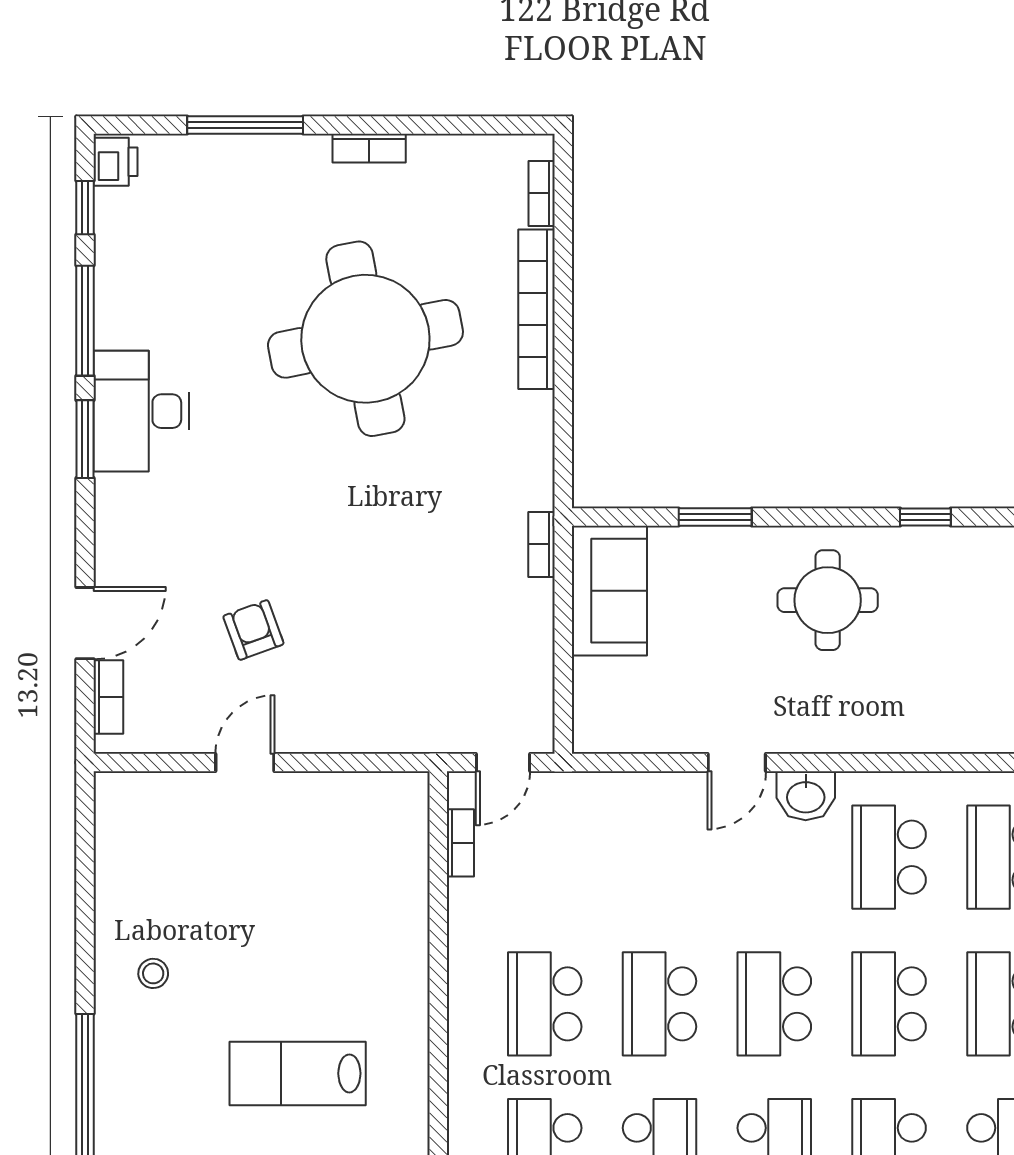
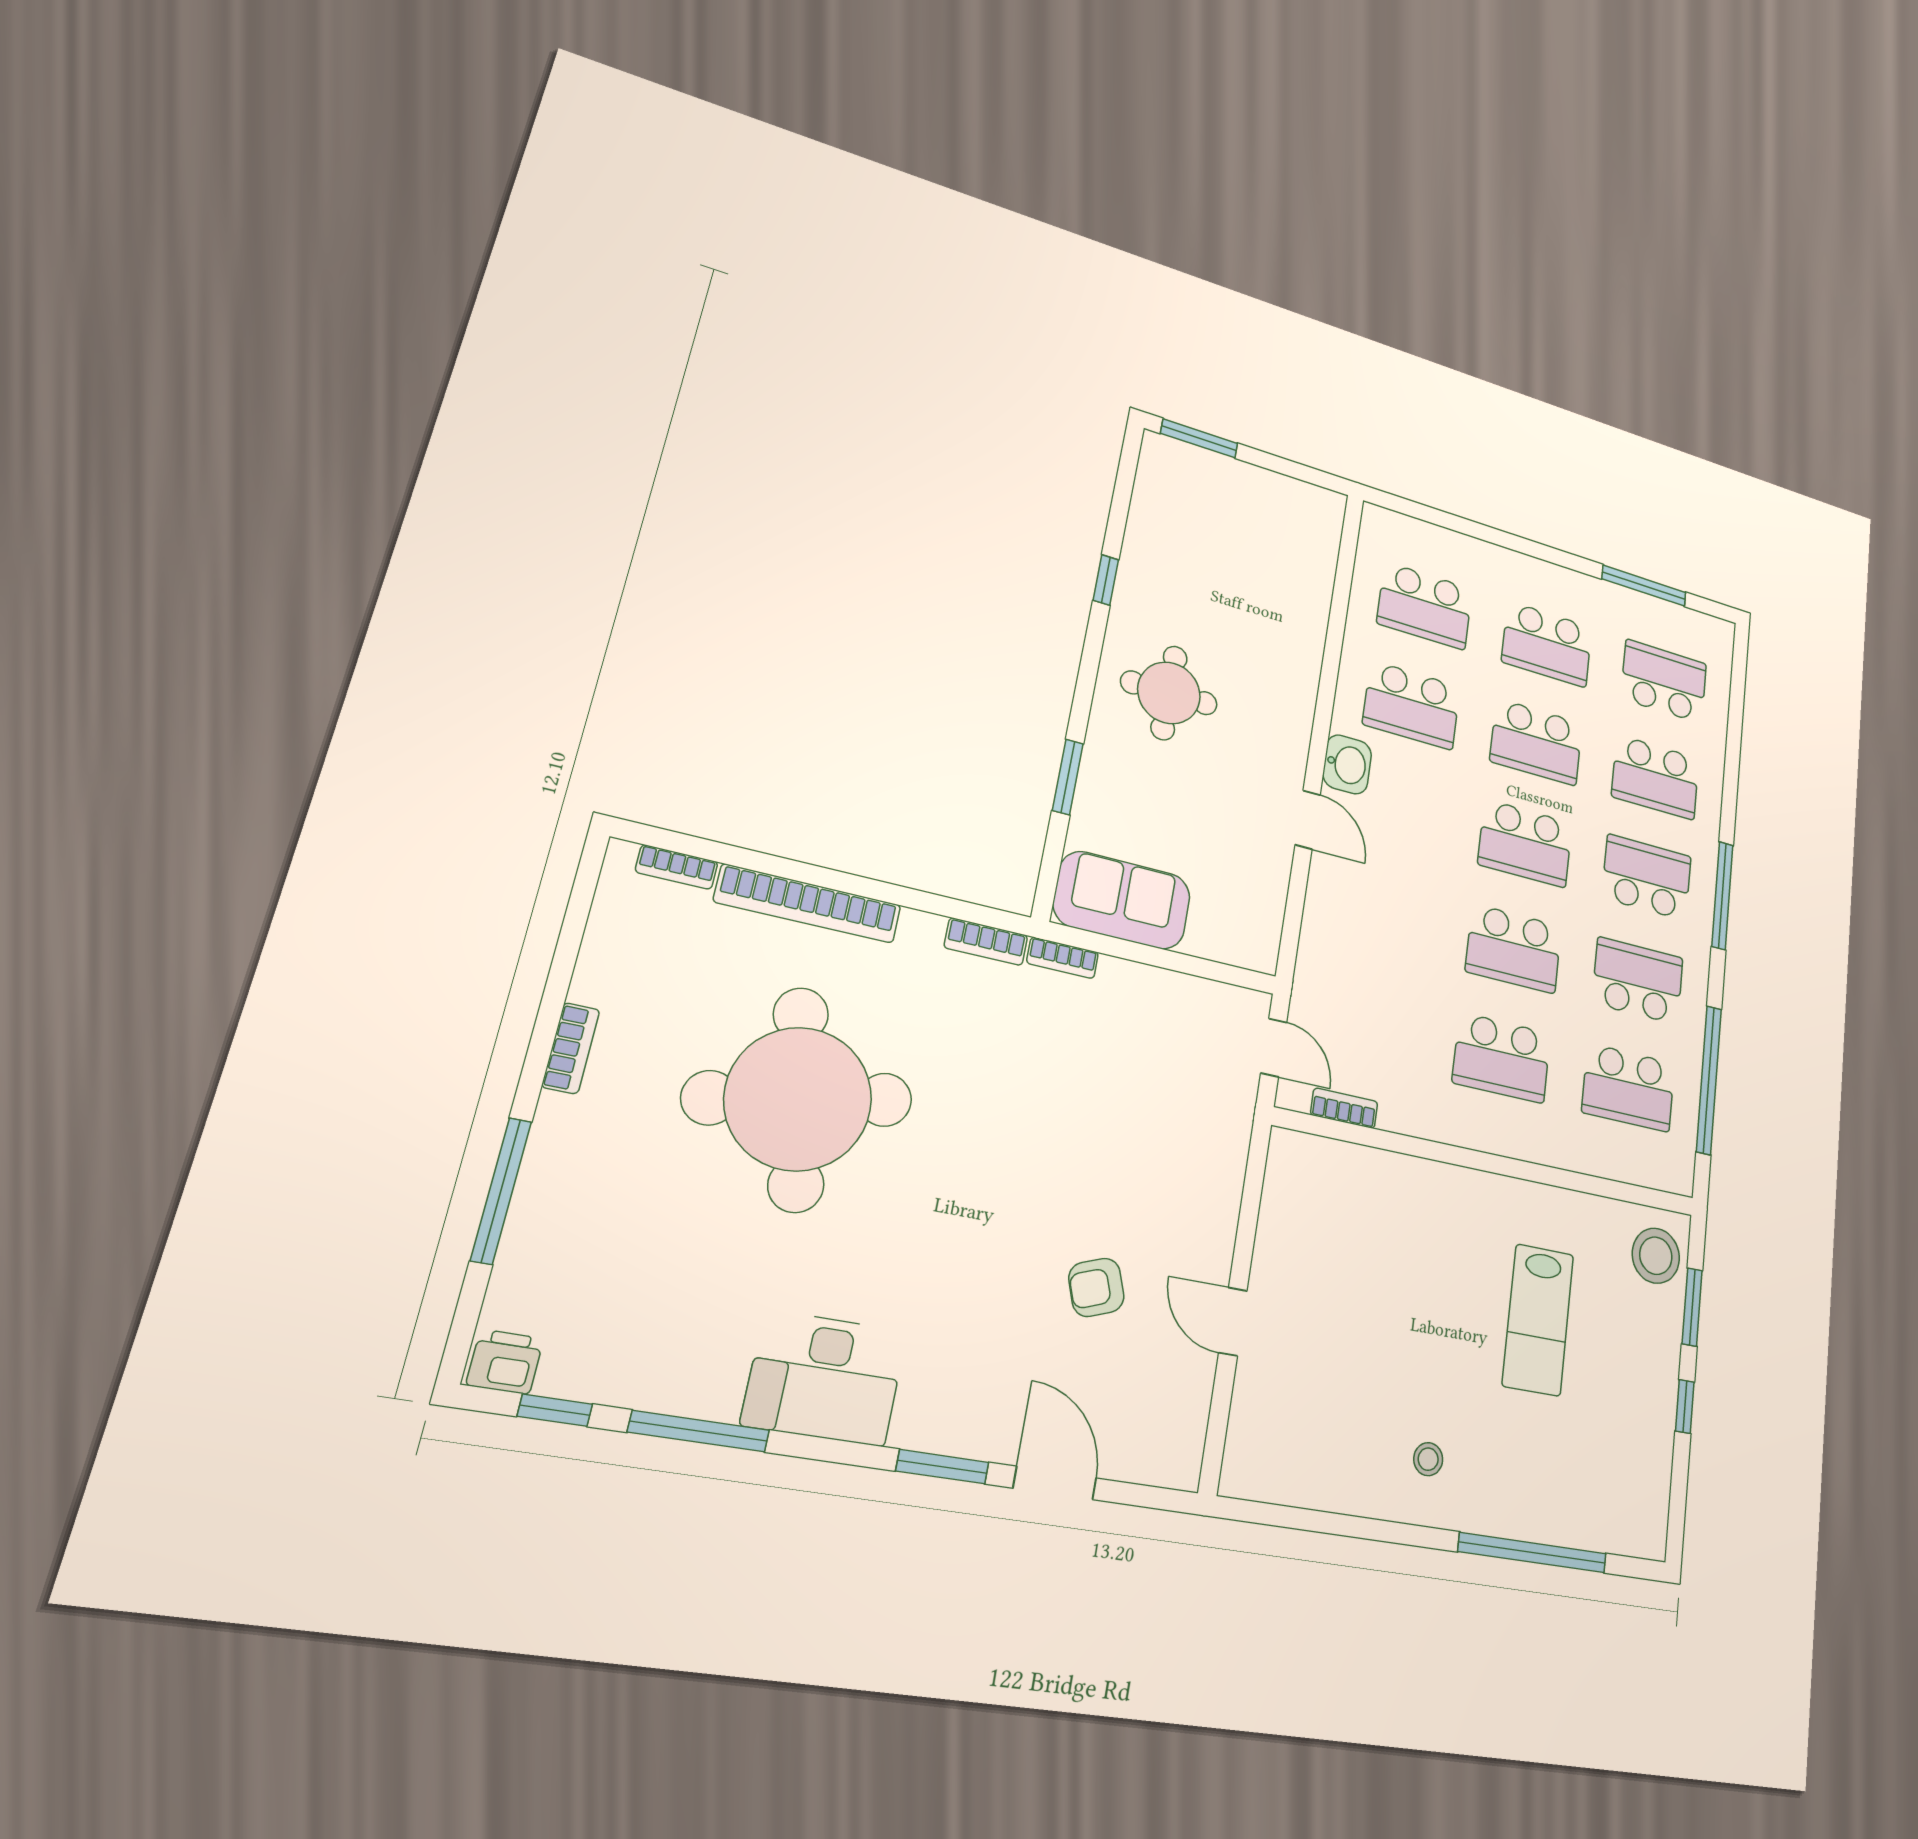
window: (85, 439) -> (943, 1467), moved
bookcase: (108, 697) -> (986, 942), moved, turned 180

